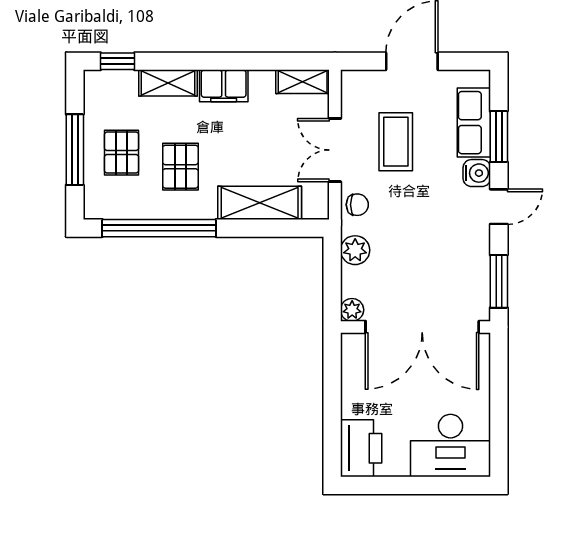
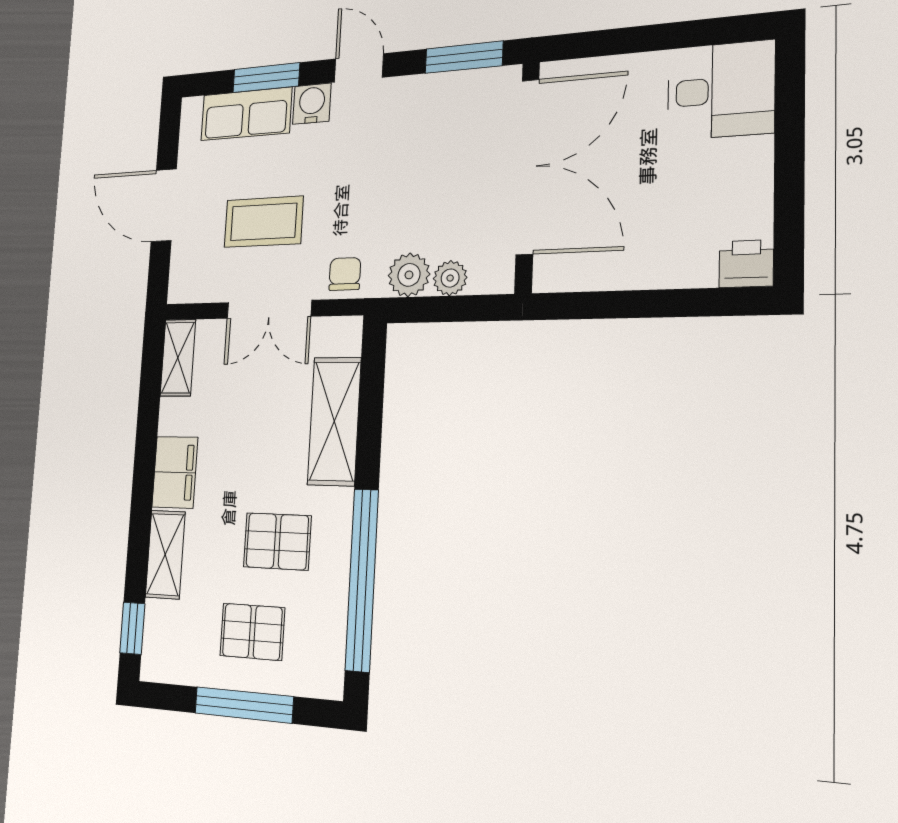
plant: (352, 310) -> (450, 278), moved
desk: (451, 446) -> (721, 90), width x0.73
printer: (361, 448) -> (746, 264), width x0.53, depth x0.68

